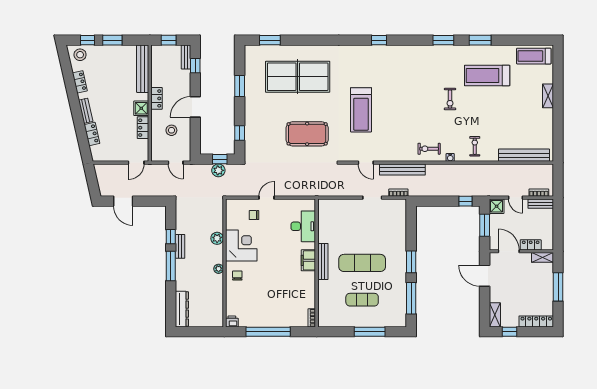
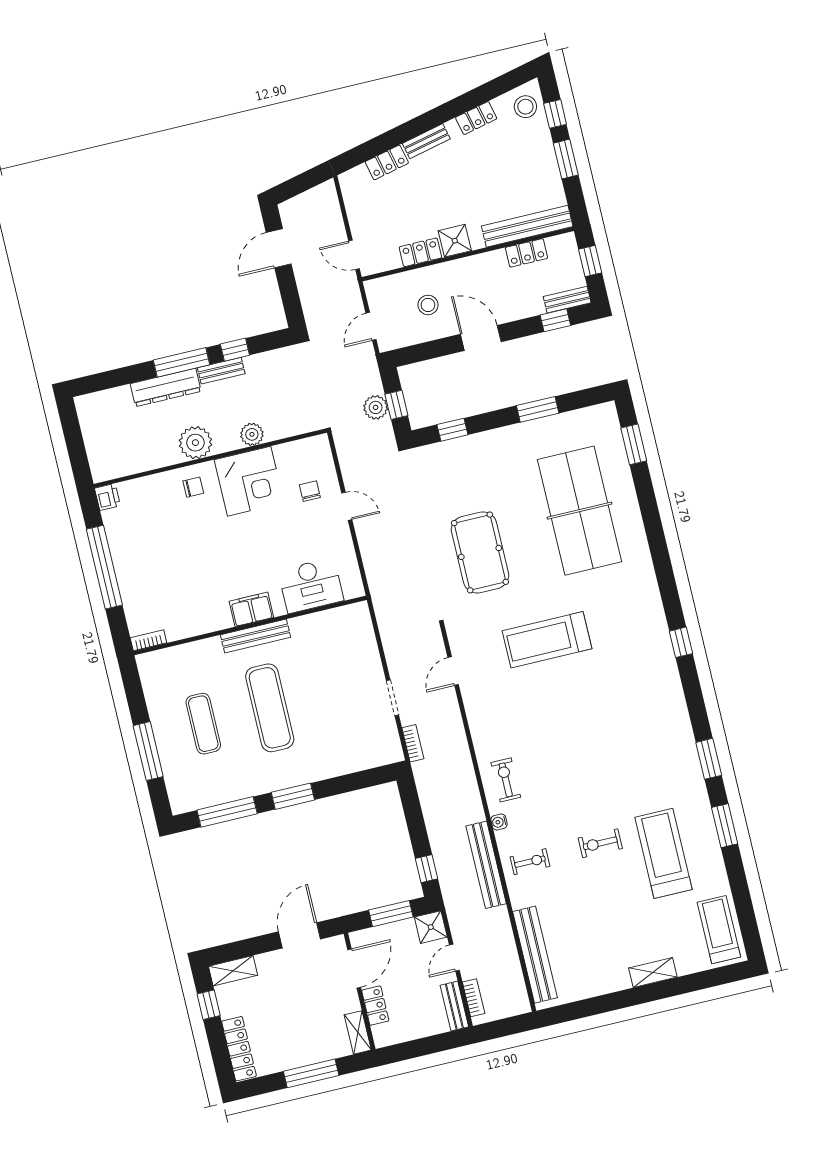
locker: (157, 98) -> (526, 253), moved
exercise bike: (450, 99) -> (600, 843), moved
bench: (402, 170) -> (486, 865), moved
plant: (219, 269) -> (195, 443), width x1.87, depth x1.87
dresser: (182, 309) -> (166, 387), moved

